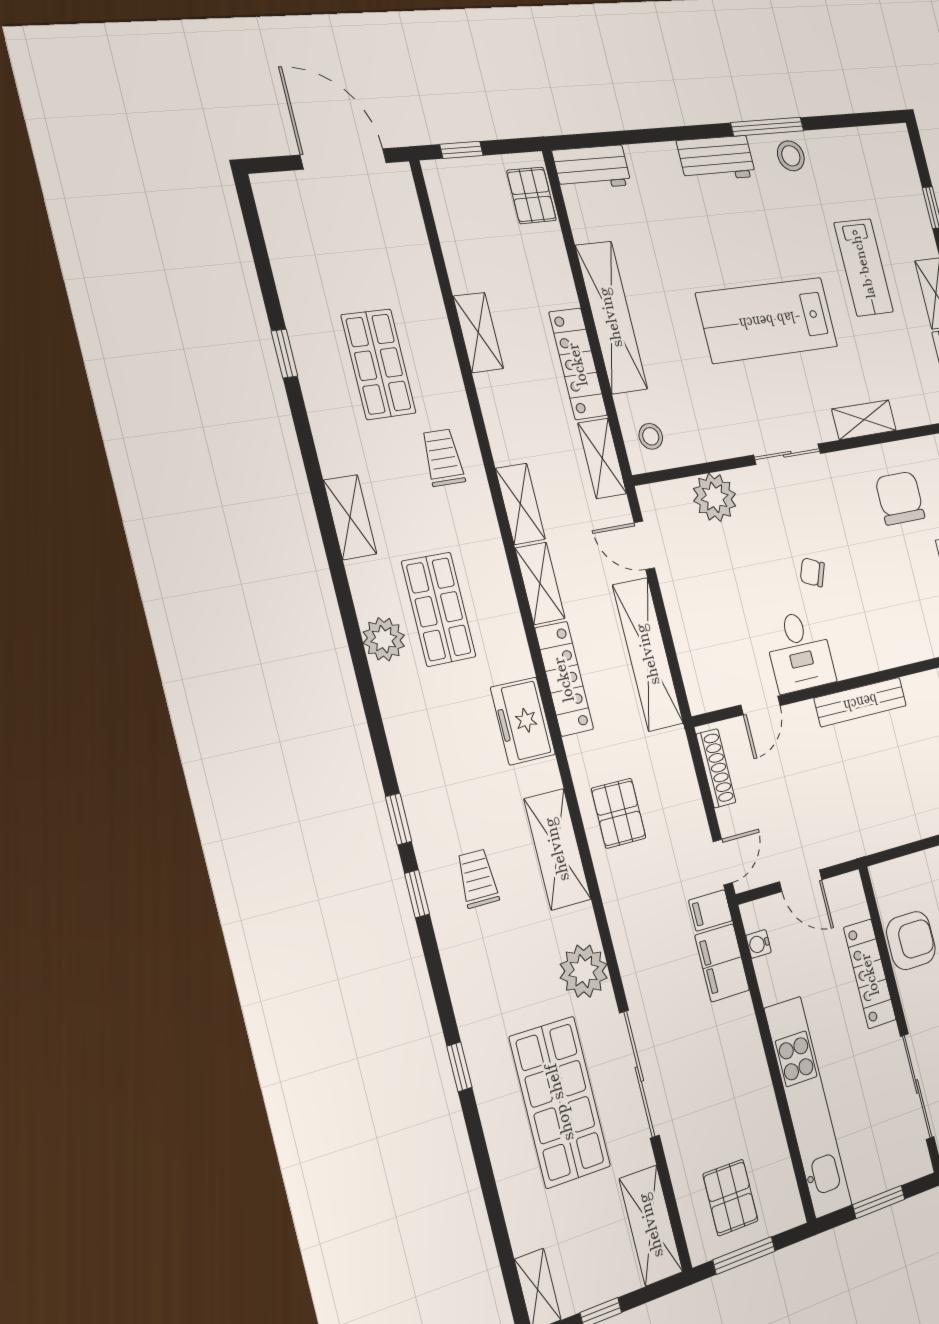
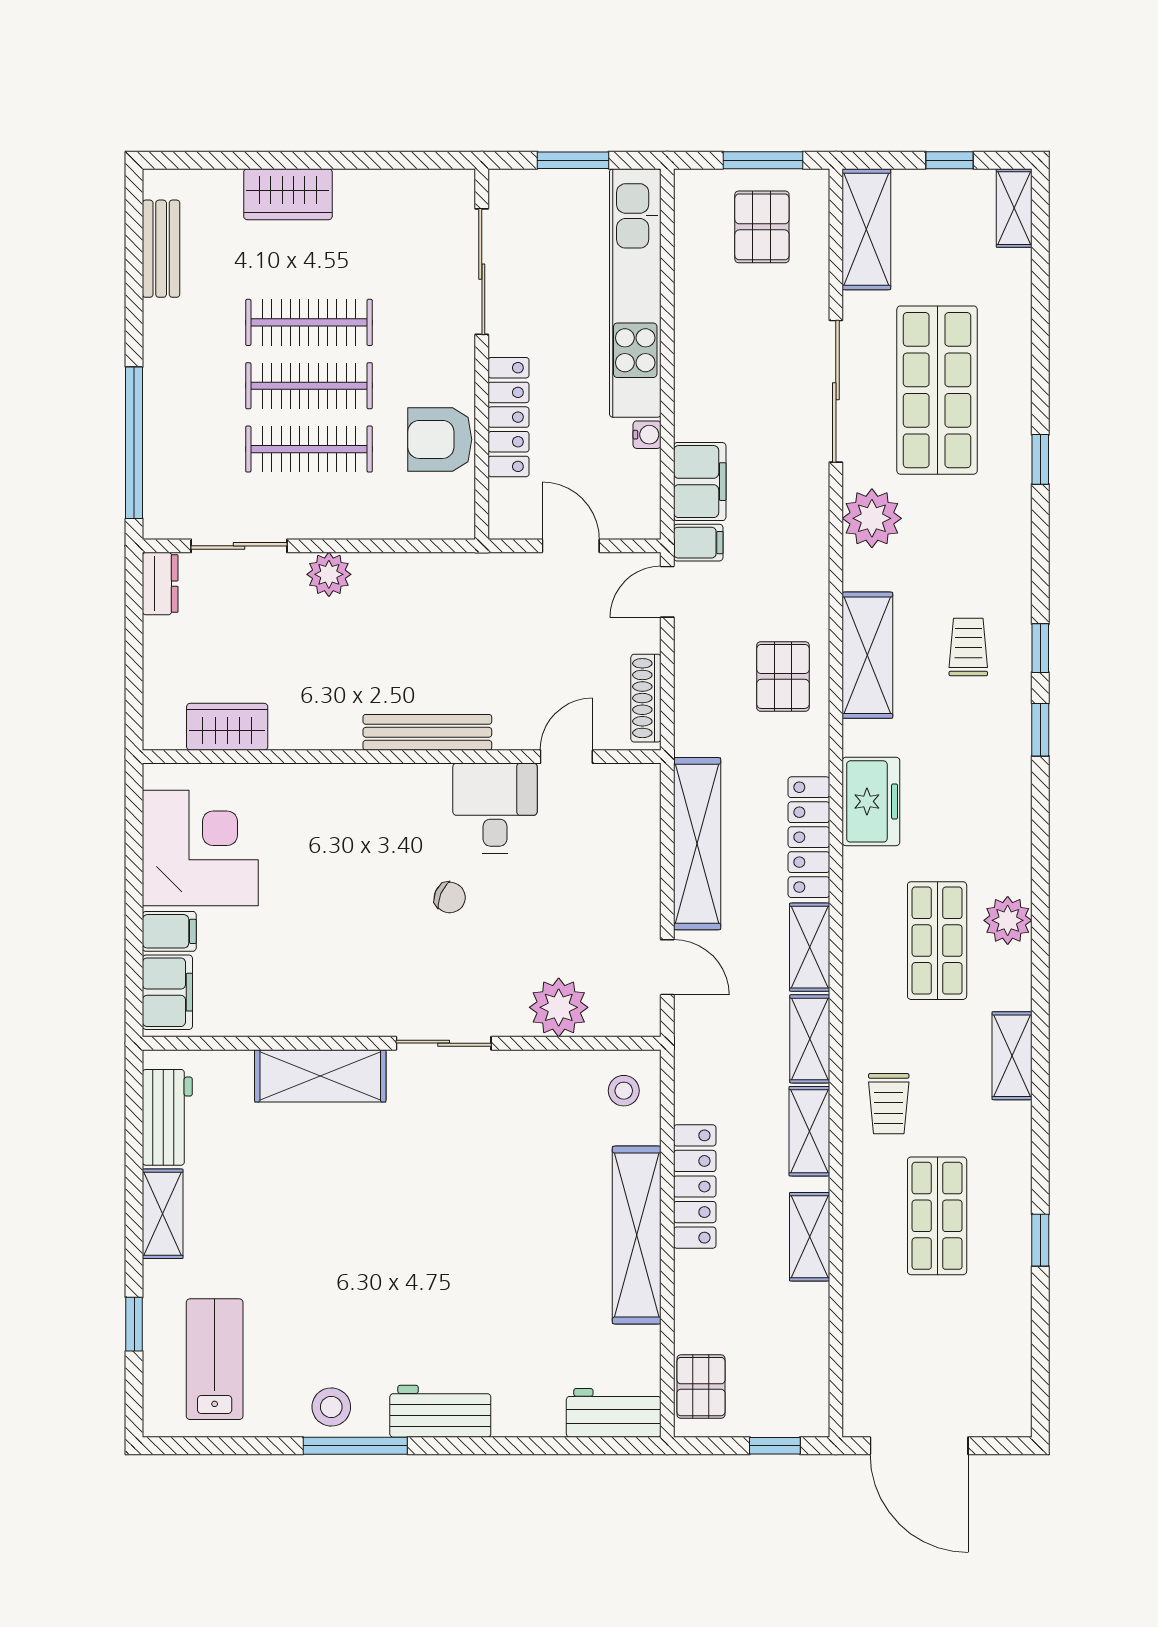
lab bench: (864, 267) -> (215, 1359), moved
lab bench: (767, 320) -> (425, 1208), removed
shelving: (864, 420) -> (320, 1076), width x1.50, depth x1.33
shelving: (602, 458) -> (809, 1131), moved
chair: (900, 498) -> (296, 966), removed
trolley: (478, 878) -> (968, 647), turned 180
water cooler: (759, 944) -> (647, 435), moved

